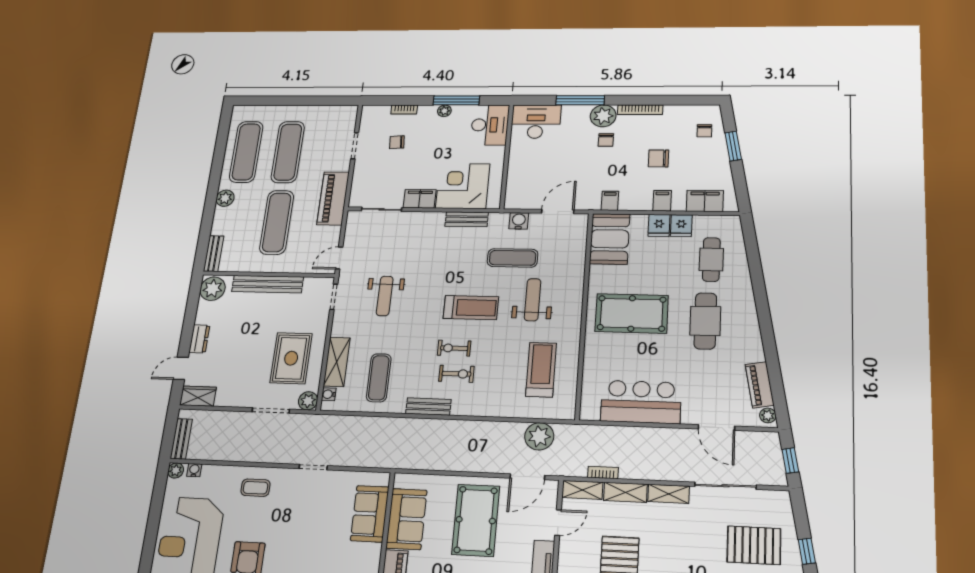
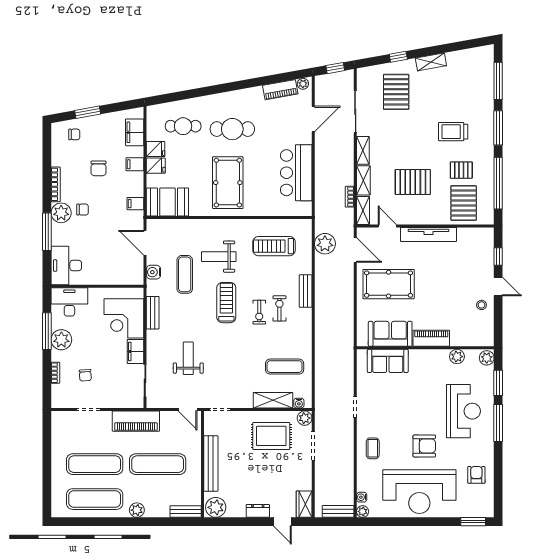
plant: (444, 111) -> (61, 340), width x1.87, depth x1.87
weight bench: (385, 296) -> (188, 358), moved, turned -90
bench: (428, 407) -> (306, 291), moved

